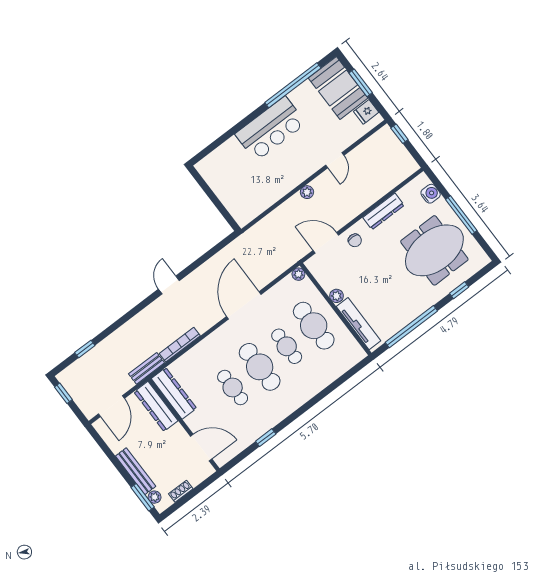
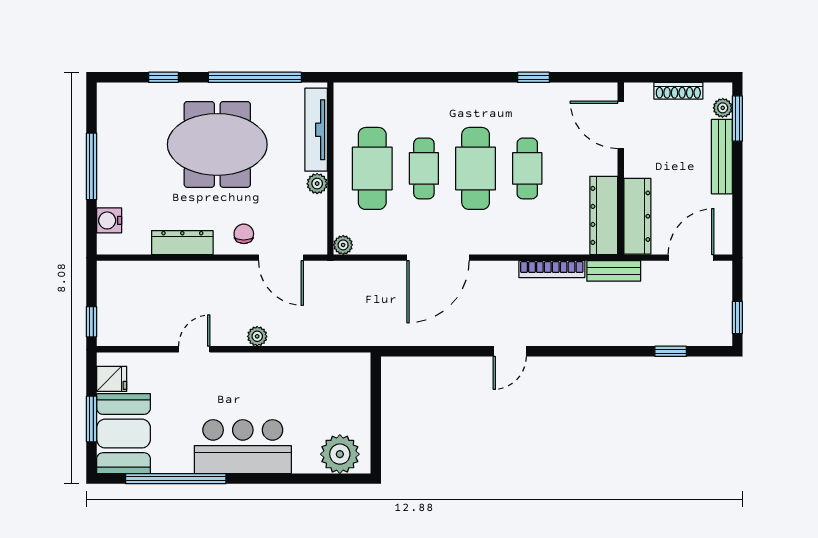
plant: (217, 163) -> (340, 454), added
meeting table: (434, 250) -> (217, 144), moved
shoe rack: (181, 491) -> (678, 91), width x1.43

